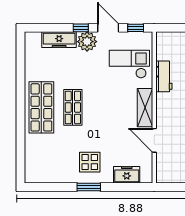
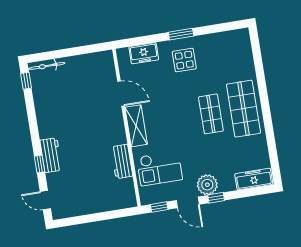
freezer: (59, 40) -> (254, 179), moved

